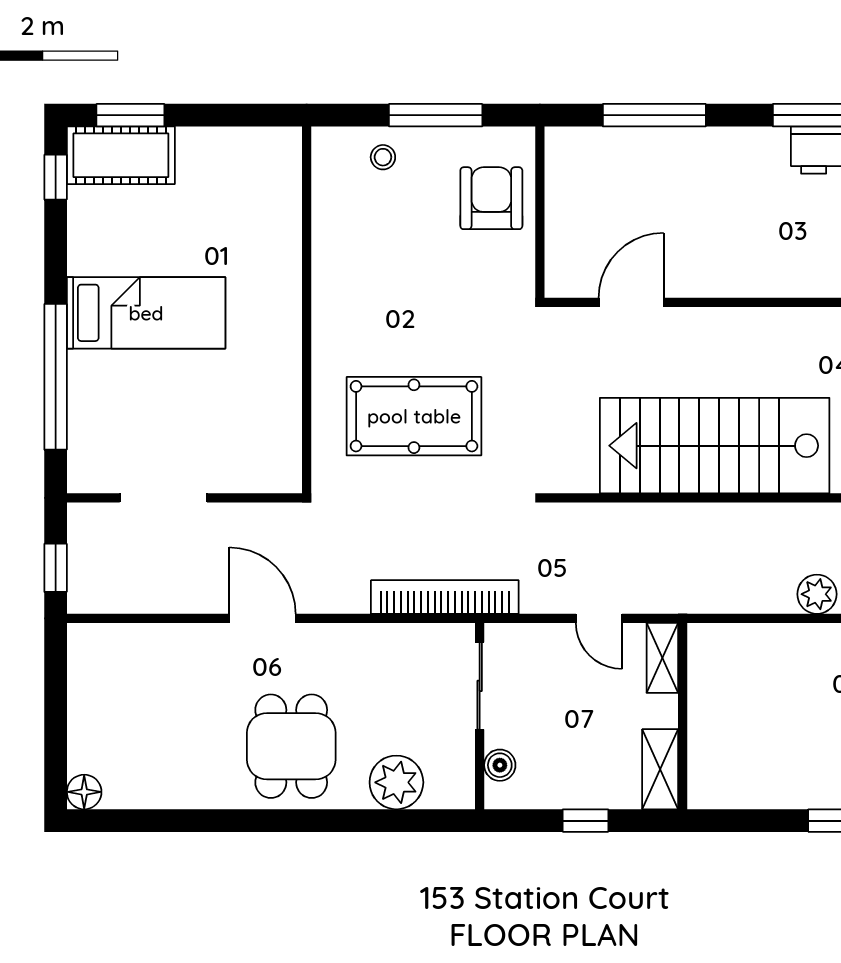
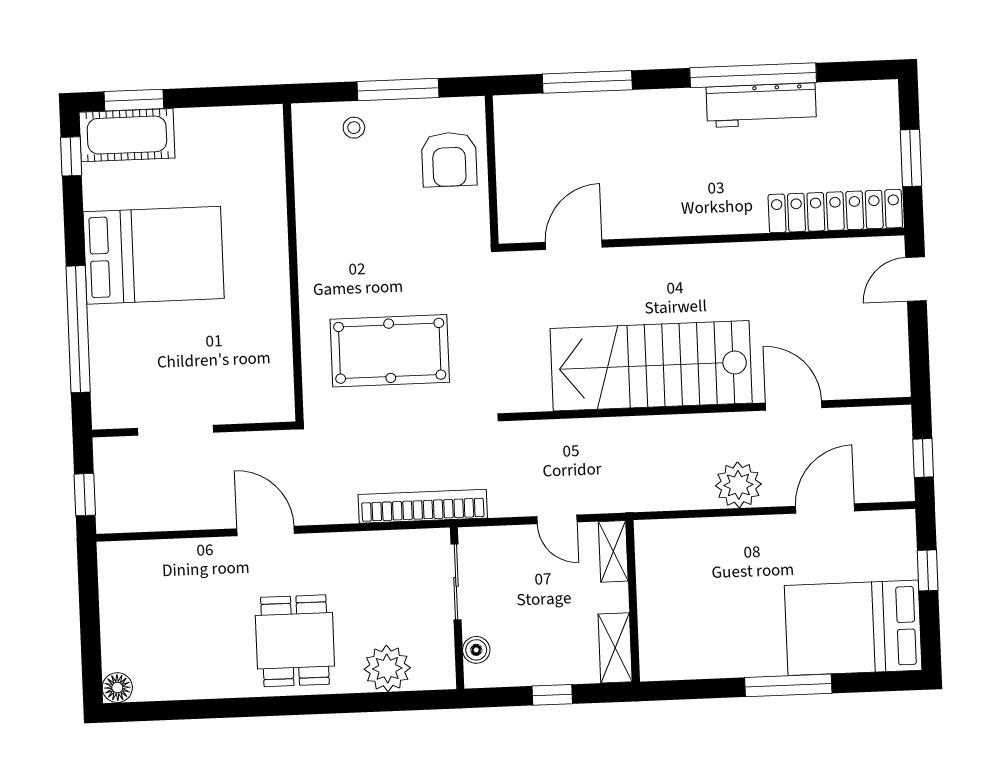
armchair: (491, 198) -> (449, 159), turned 180
bed: (146, 313) -> (154, 255), width x1.50
plant: (817, 594) -> (738, 485), width x1.36, depth x1.36

